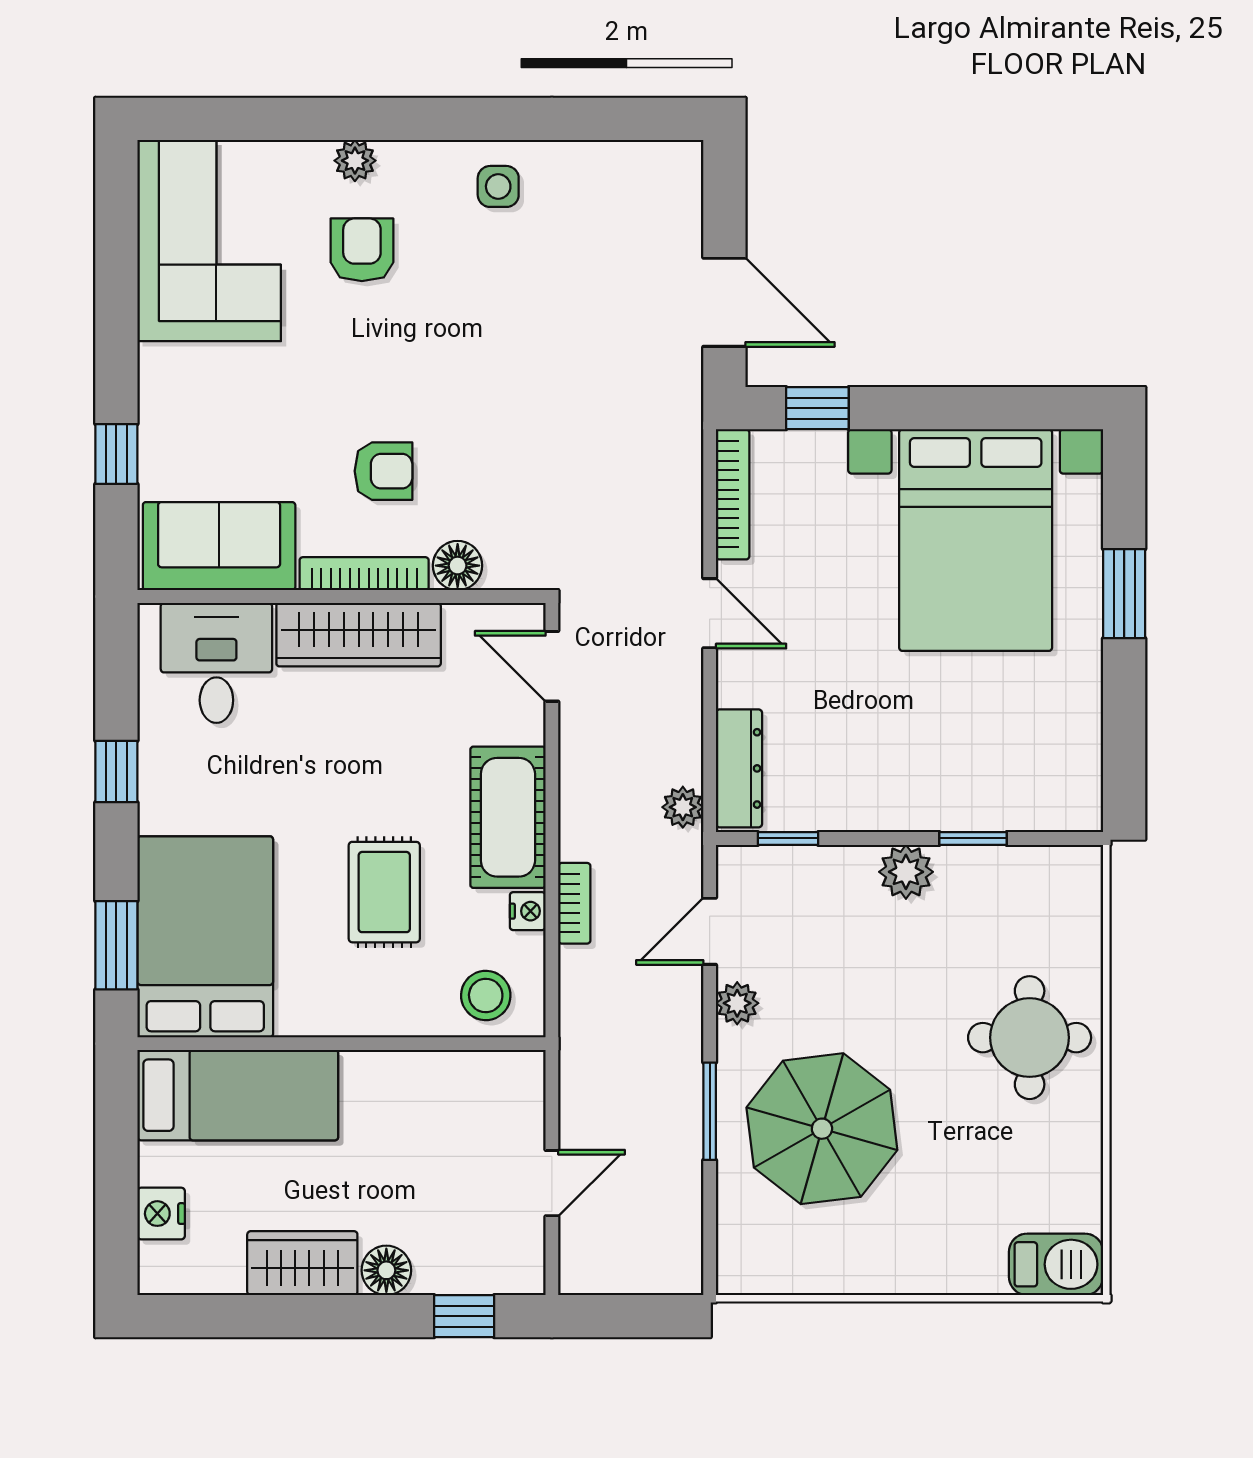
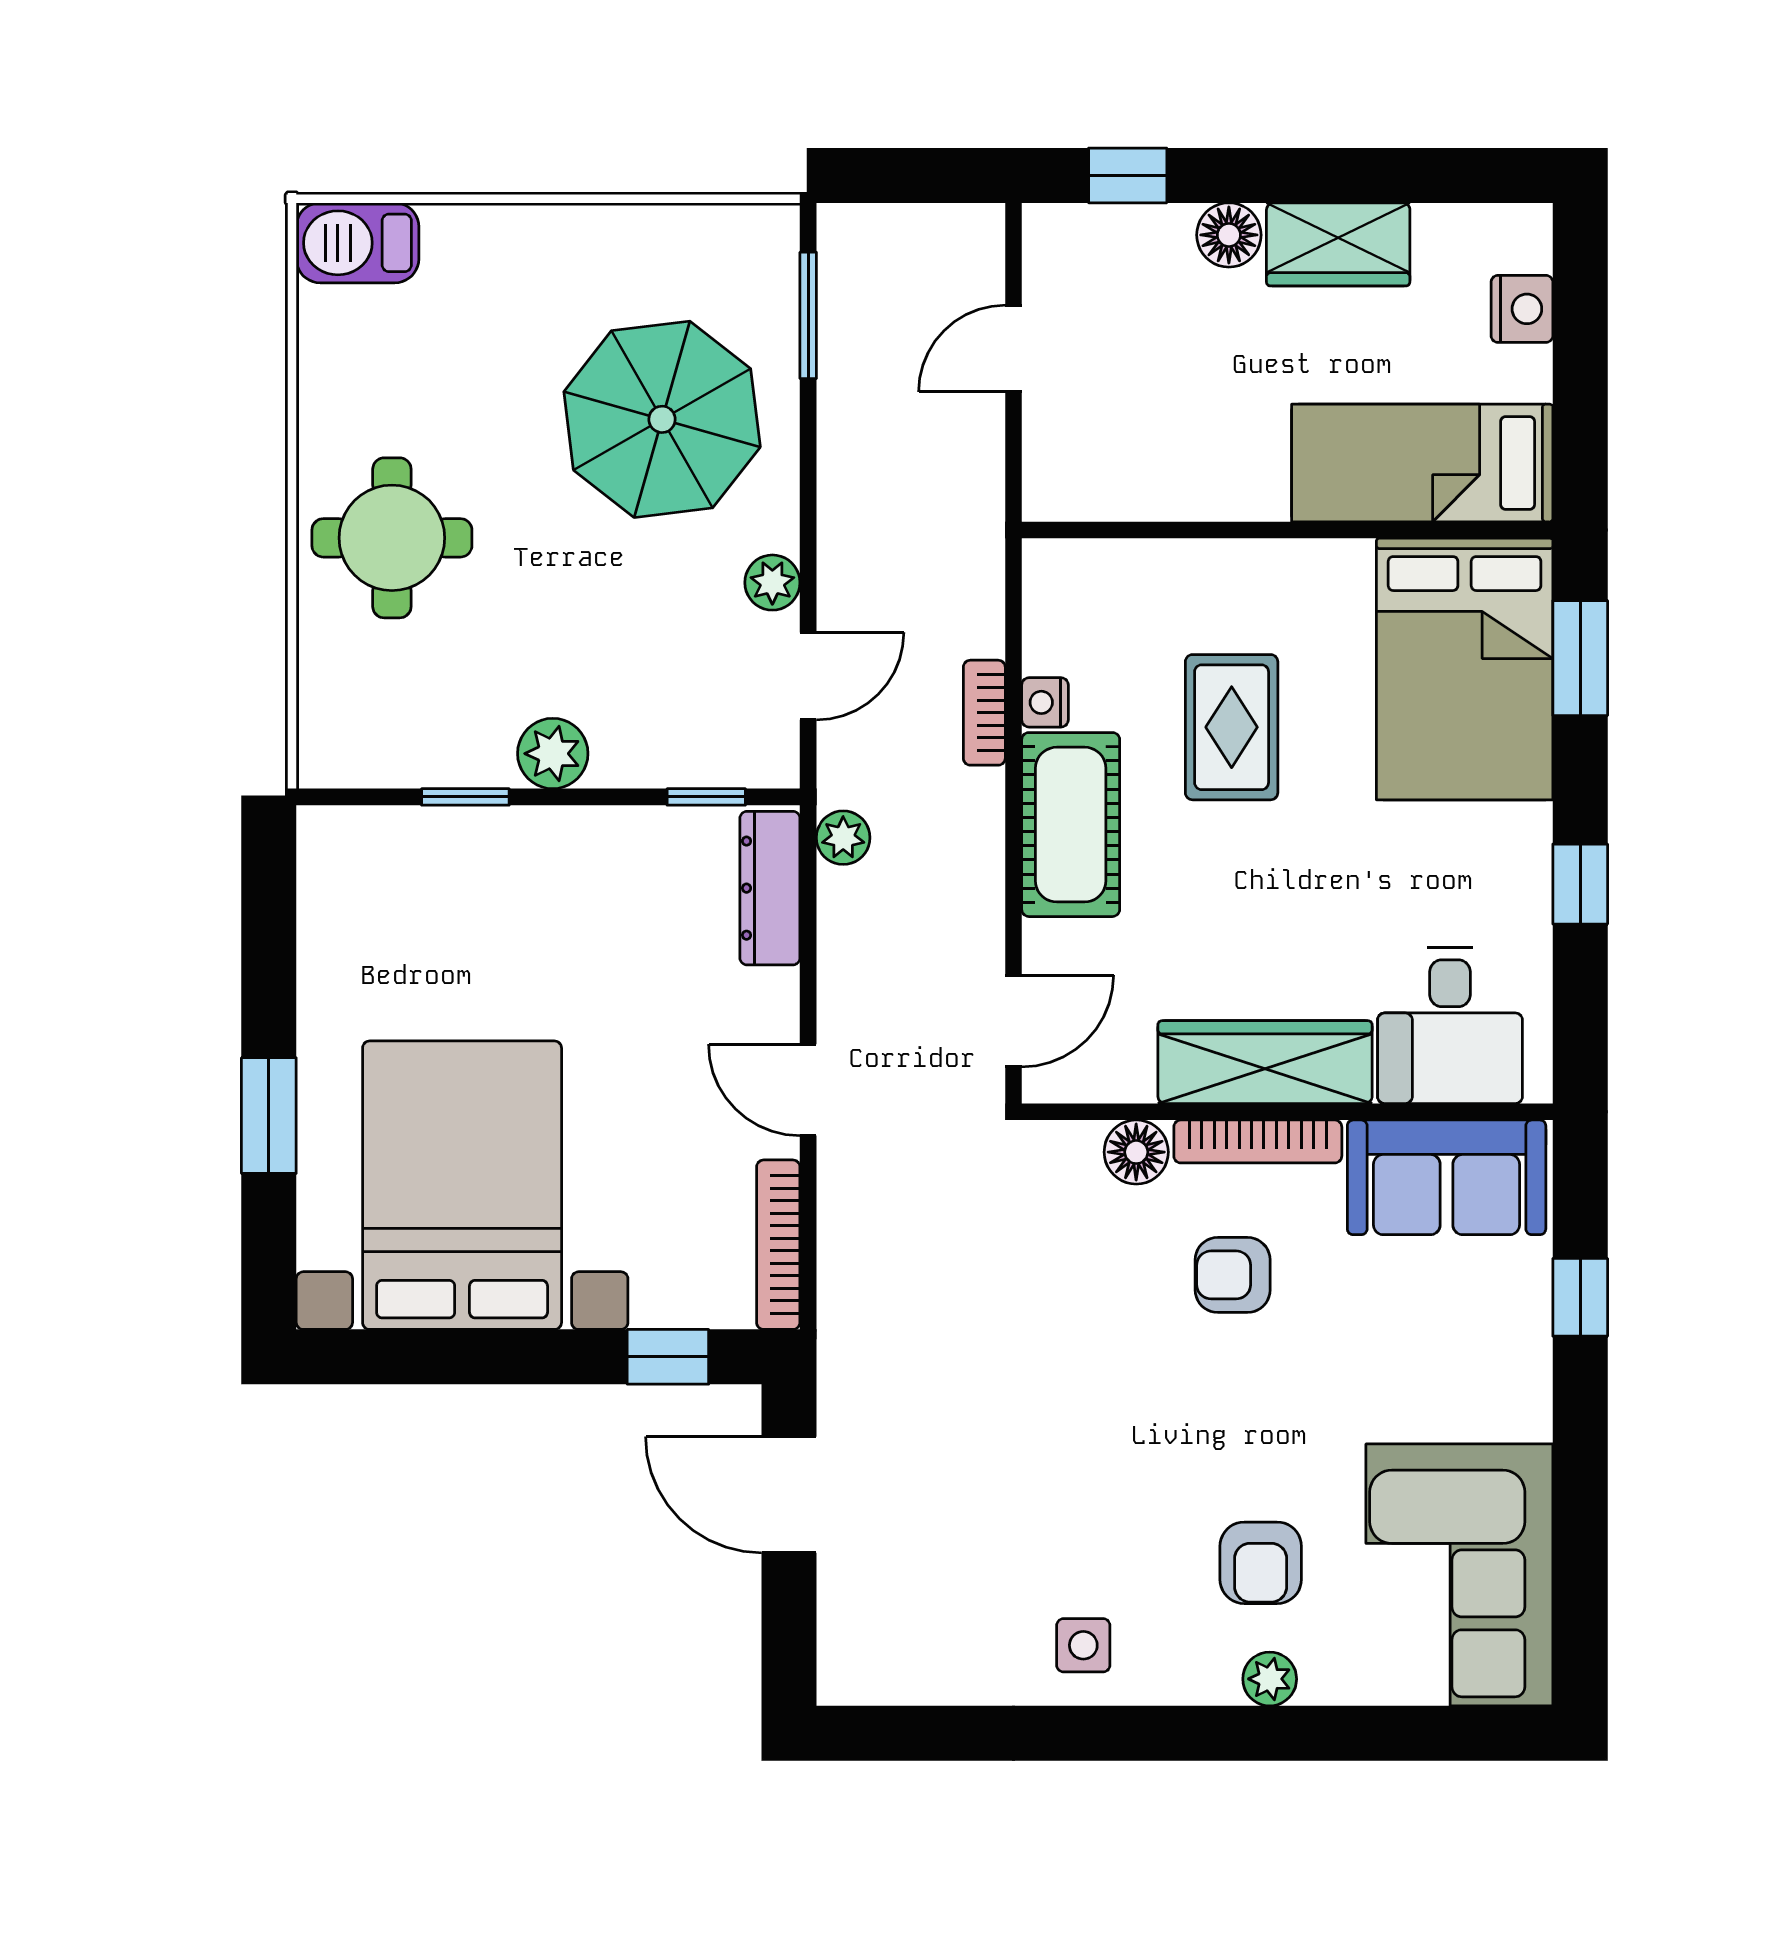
door: (552, 666) -> (1014, 1021), hinge flipped
stool: (486, 996) -> (1100, 593), removed
window: (710, 1111) -> (808, 315), moved

